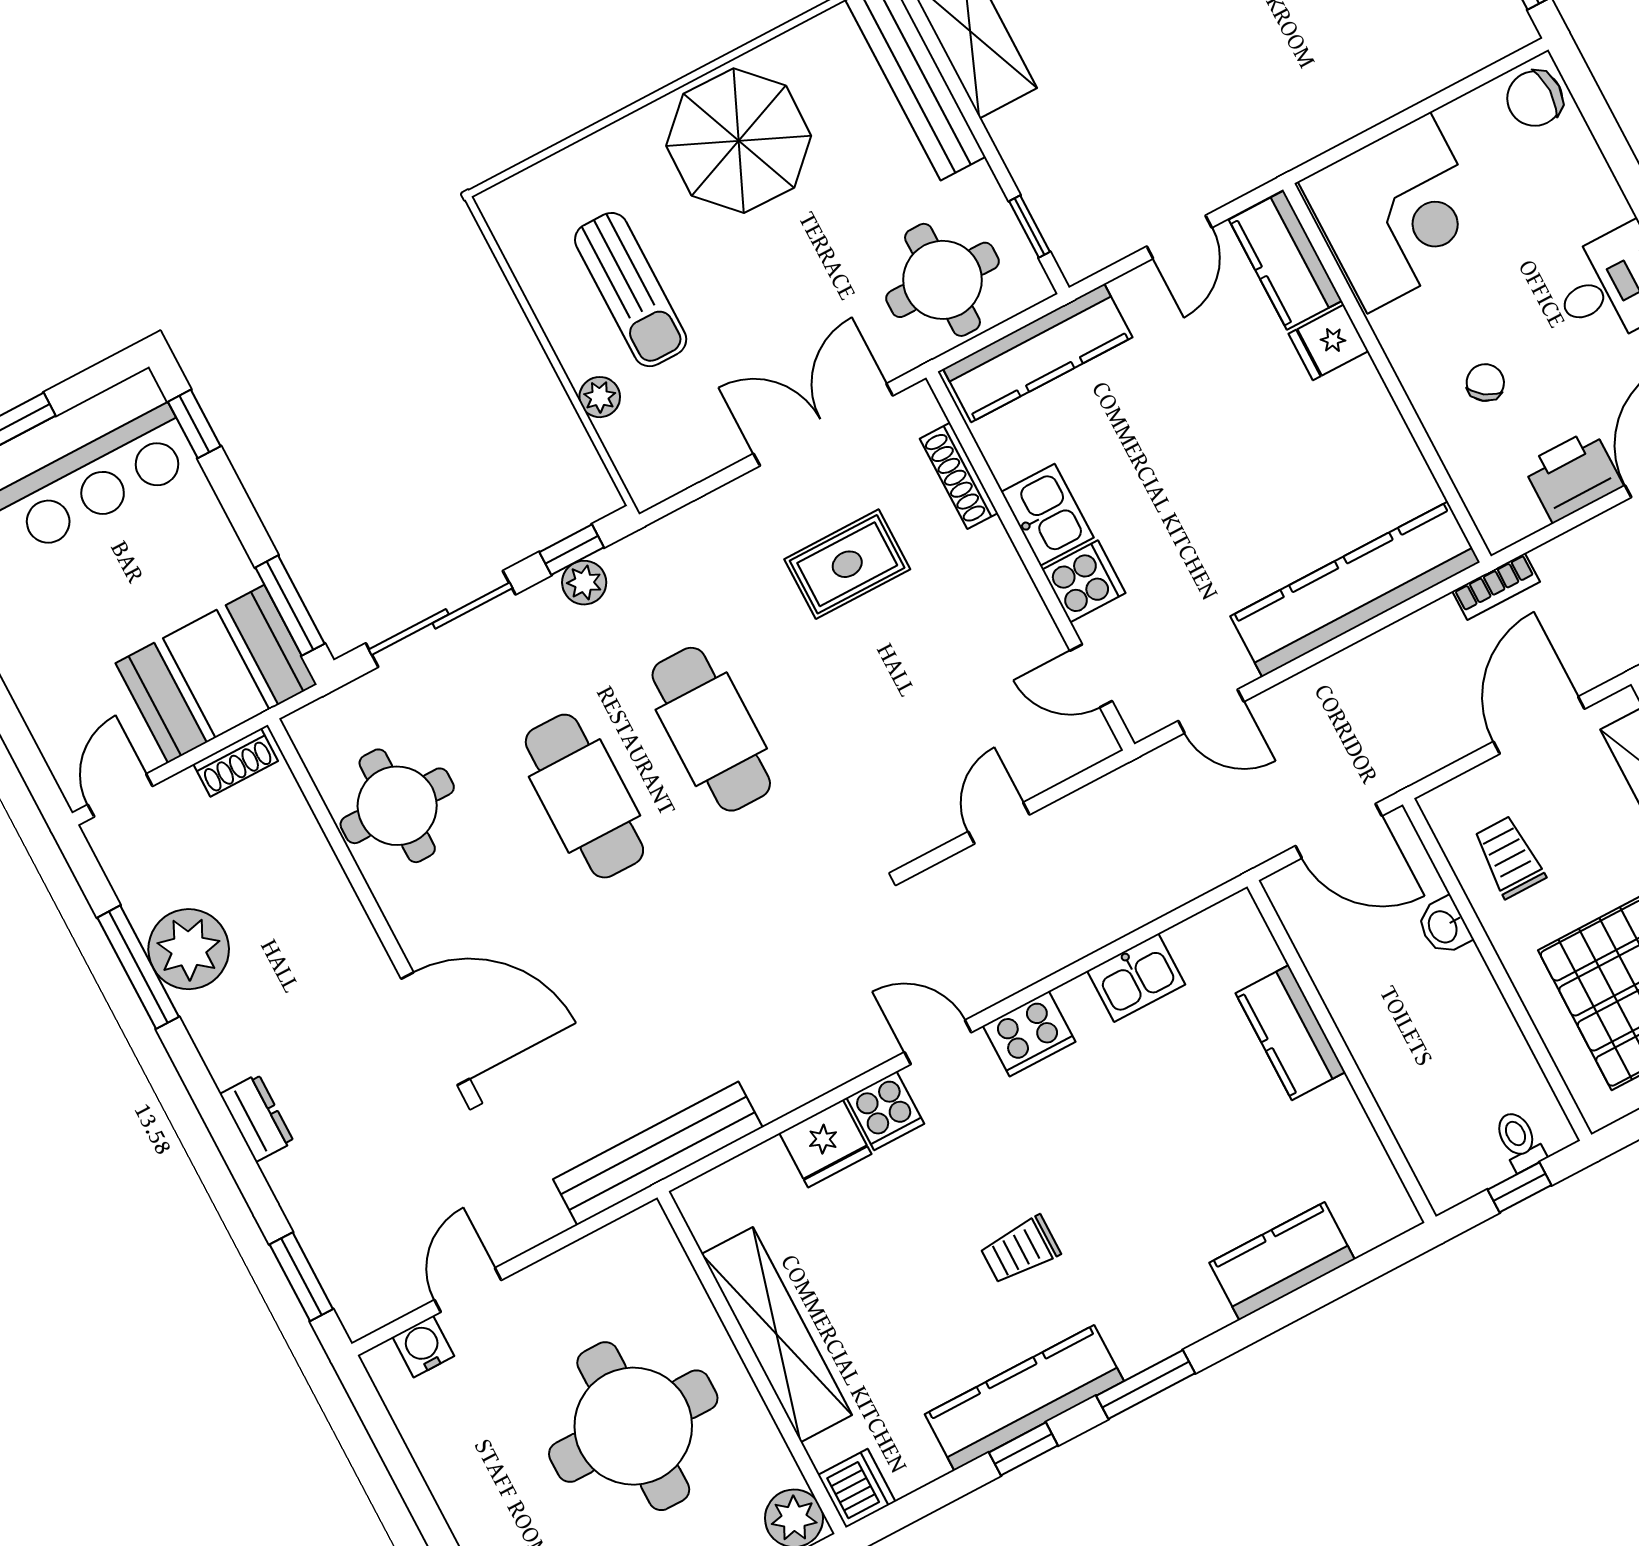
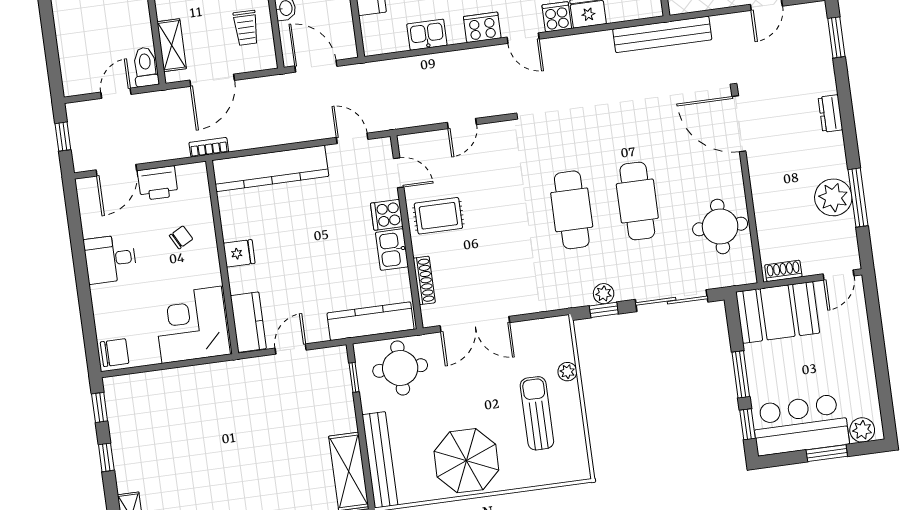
fridge: (1328, 342) -> (239, 253), moved
chair: (1485, 383) -> (181, 237), turned -153
rug: (847, 564) -> (438, 216), moved
window: (290, 606) -> (741, 374), moved

